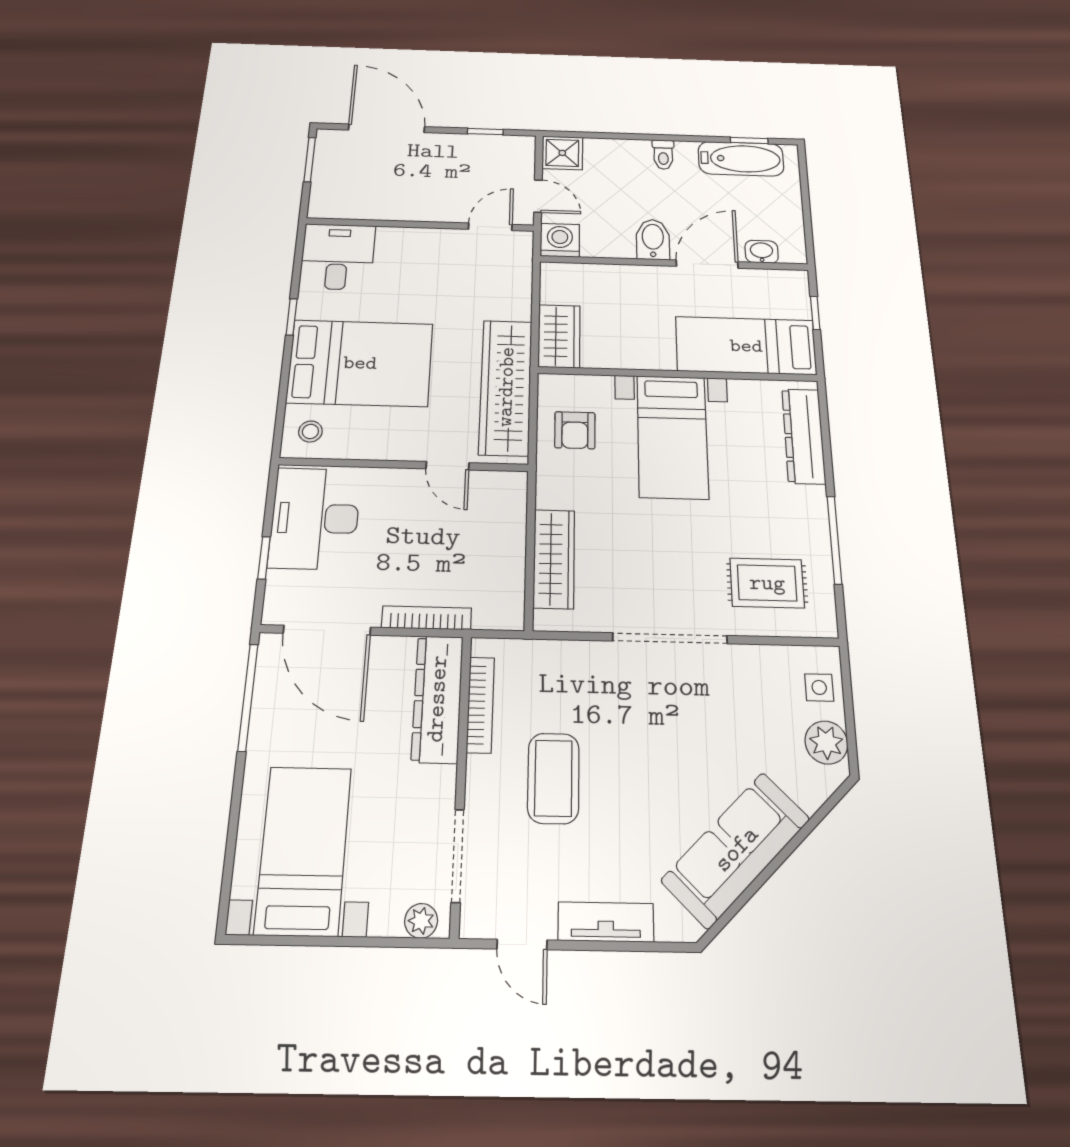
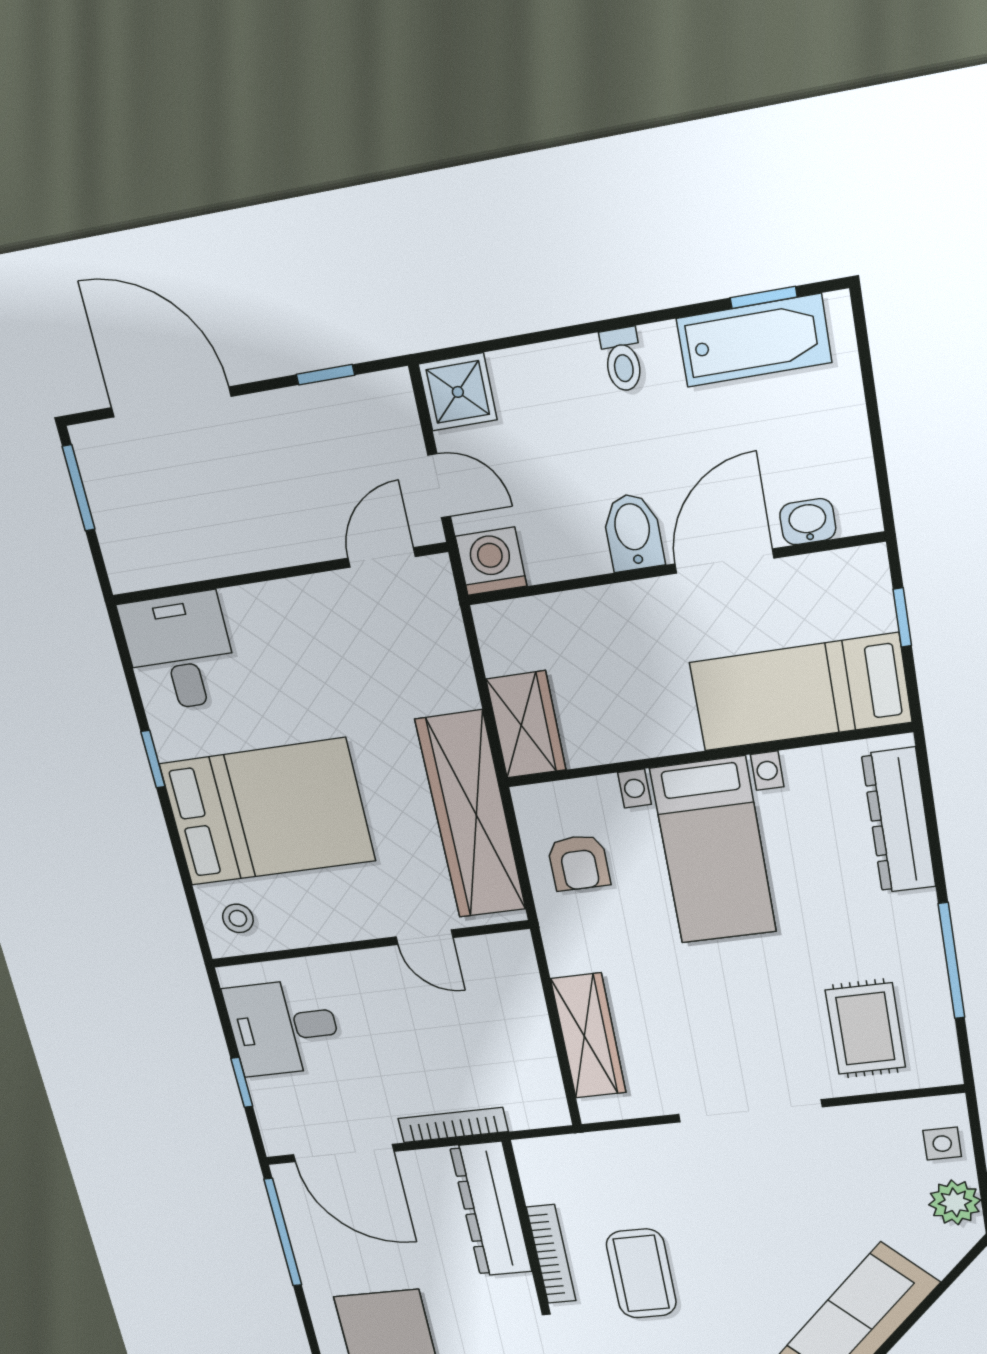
desk: (315, 518) -> (283, 1028), width x0.73
rug: (767, 583) -> (865, 1029), turned 90
bookcase: (480, 705) -> (551, 1254), moved

